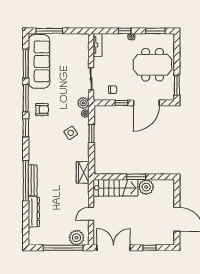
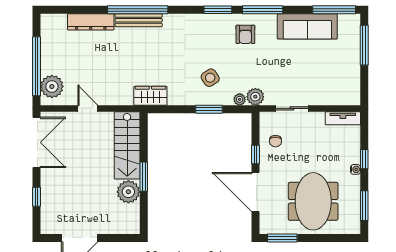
sofa: (39, 61) -> (307, 26), width x0.74, depth x0.79
window: (26, 64) -> (334, 10), moved

